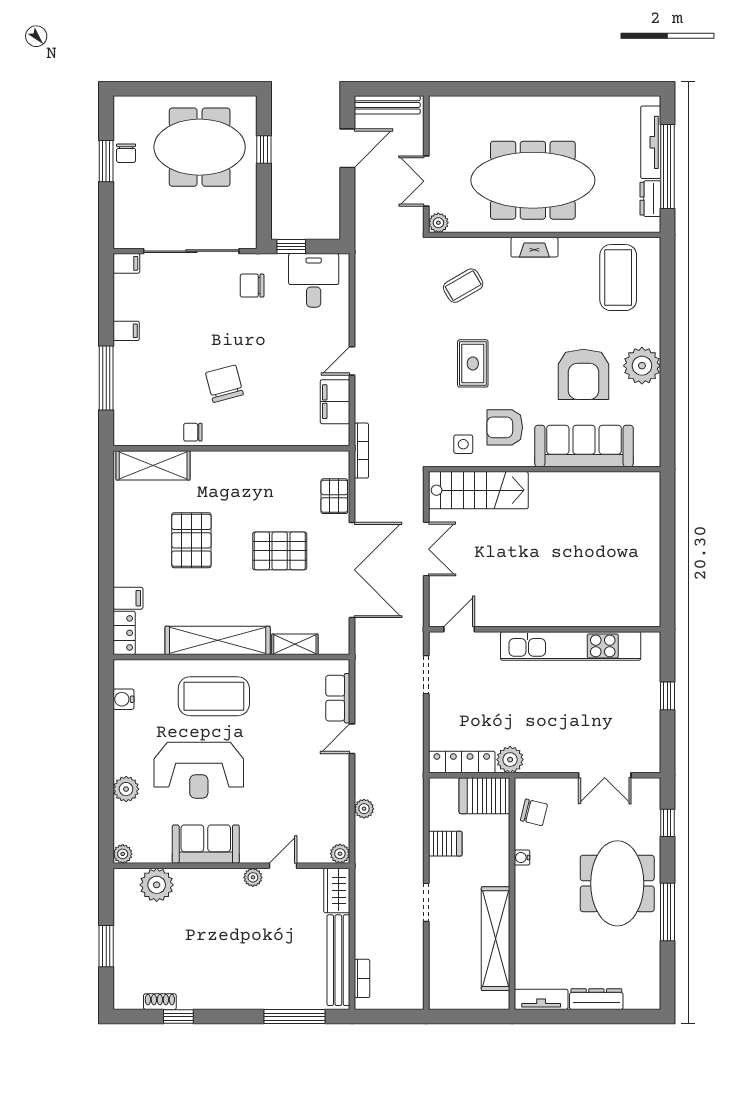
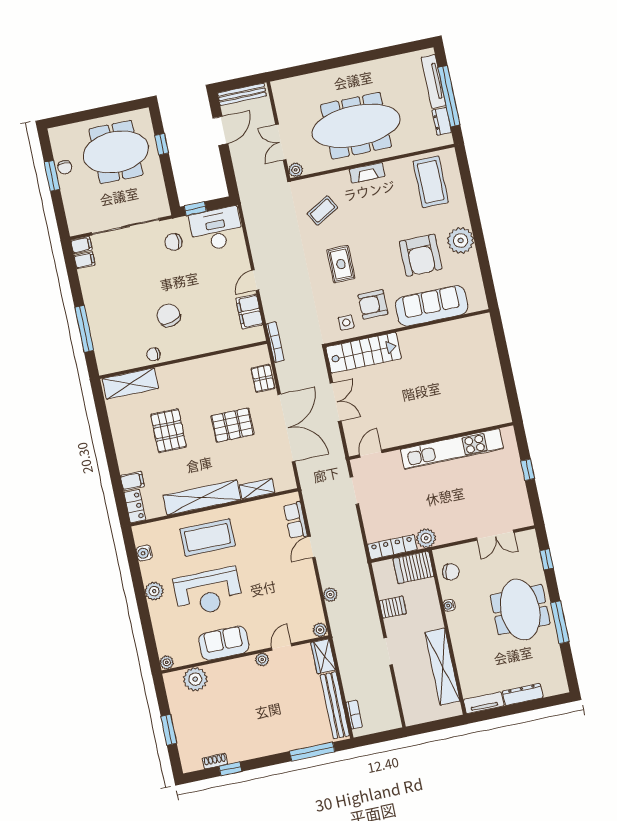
desk: (314, 280) -> (216, 229), width x1.37
filing cabinet: (126, 331) -> (85, 260), moved
plant: (126, 789) -> (154, 591), moved

